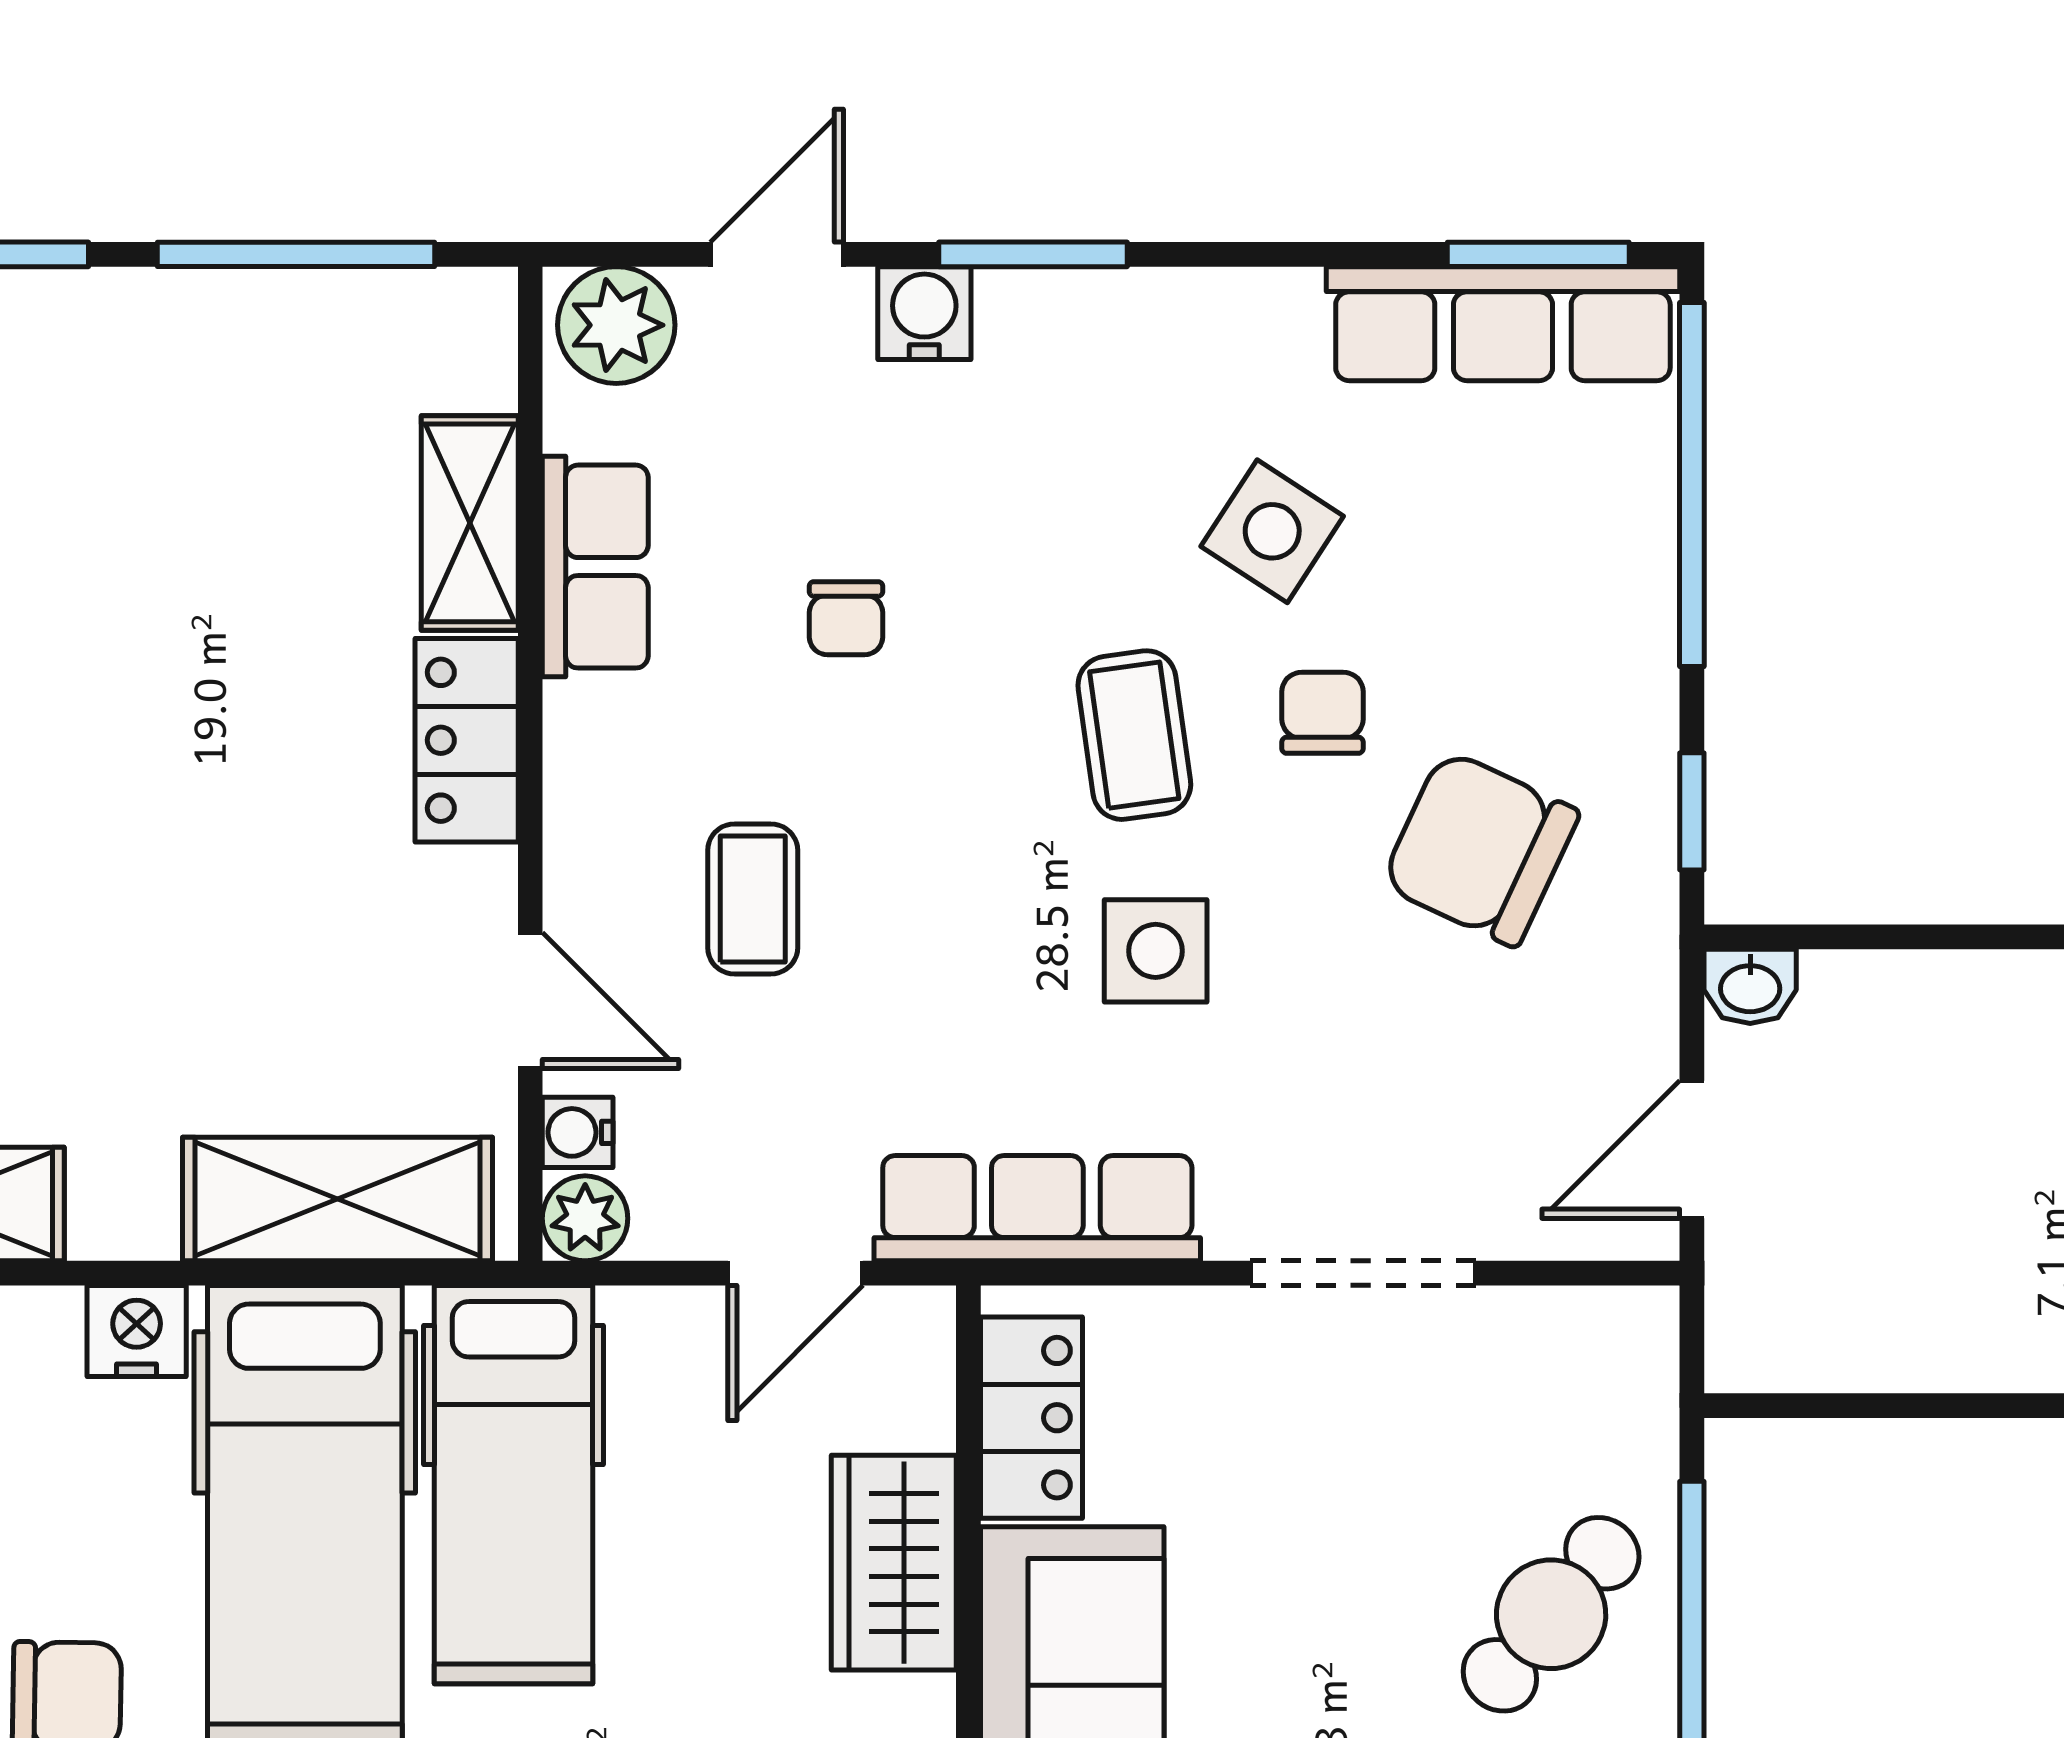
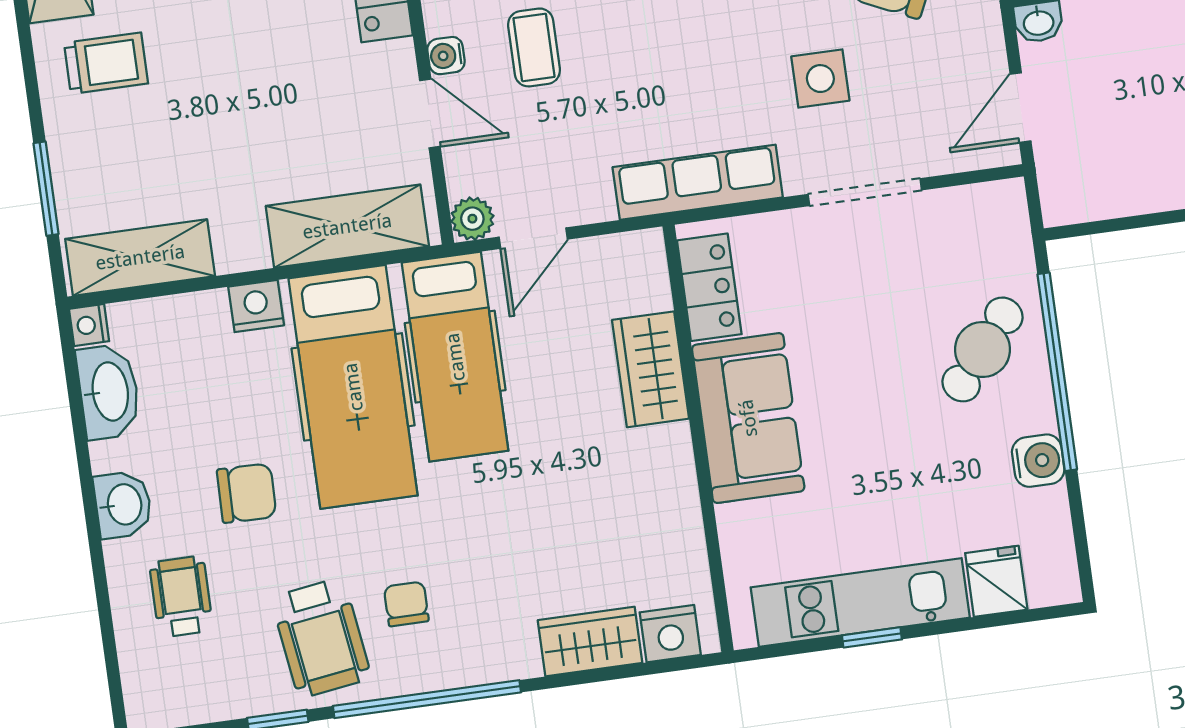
side table: (1156, 951) -> (820, 79), moved
water cooler: (578, 1132) -> (446, 56), moved
door: (795, 1273) -> (533, 238), moved

